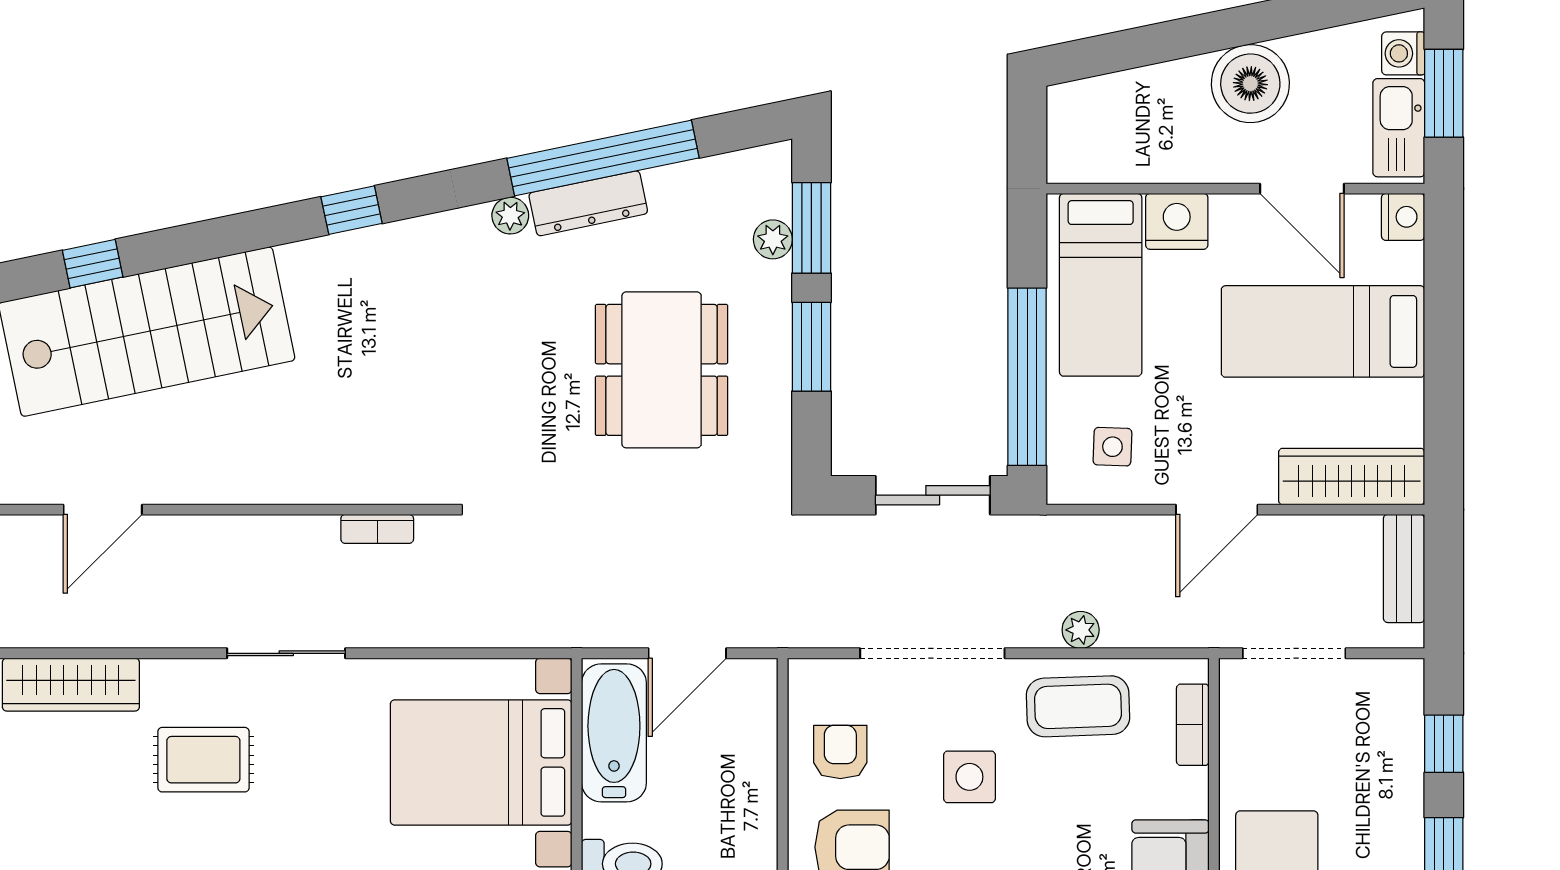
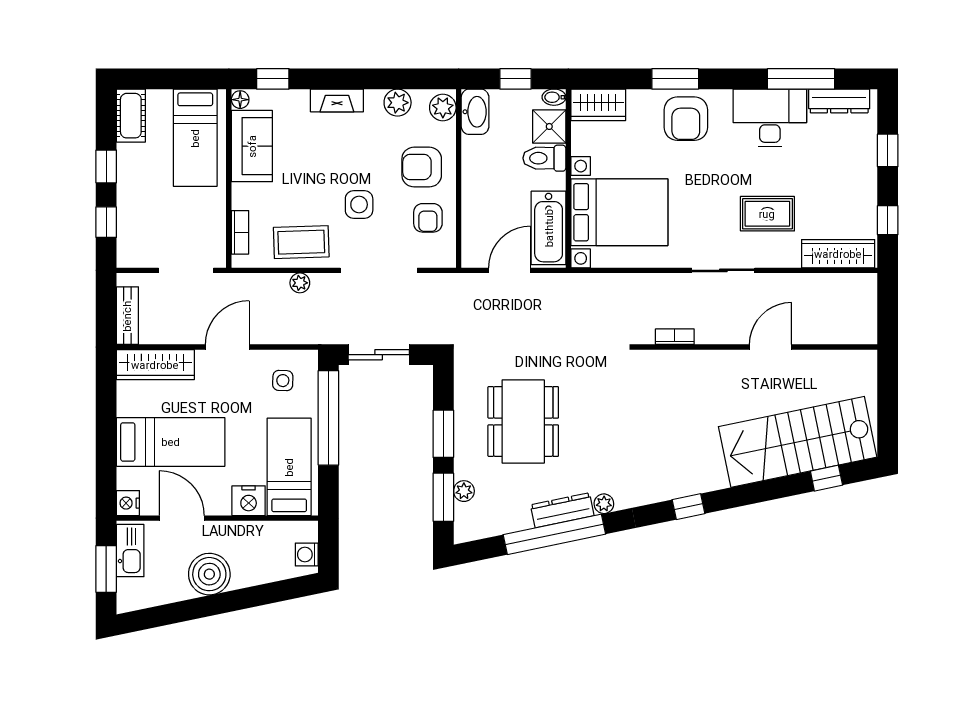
washing machine: (1403, 53) -> (307, 554), moved, turned 180
door: (103, 510) -> (770, 347), moved

